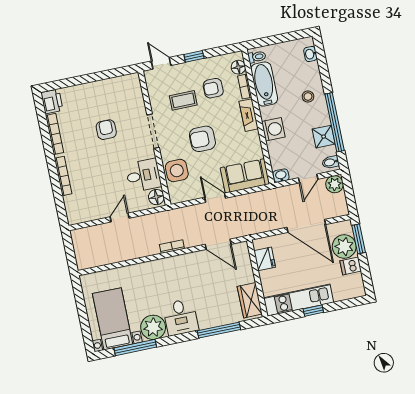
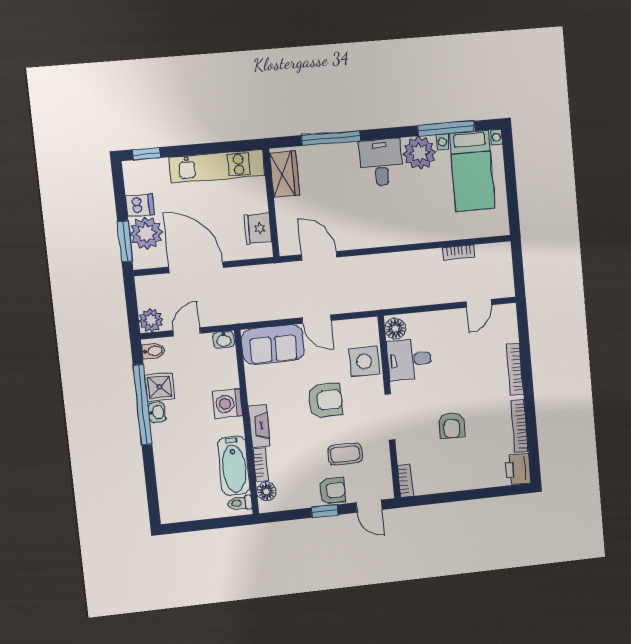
washbasin: (310, 54) -> (157, 412), moved
bookcase: (136, 85) -> (405, 481), added
armchair: (213, 88) -> (332, 490), moved
stool: (308, 97) -> (176, 443), removed
door: (120, 218) -> (479, 303), moved
bookcase: (172, 247) -> (459, 252), moved
window: (313, 311) -> (146, 154), moved

